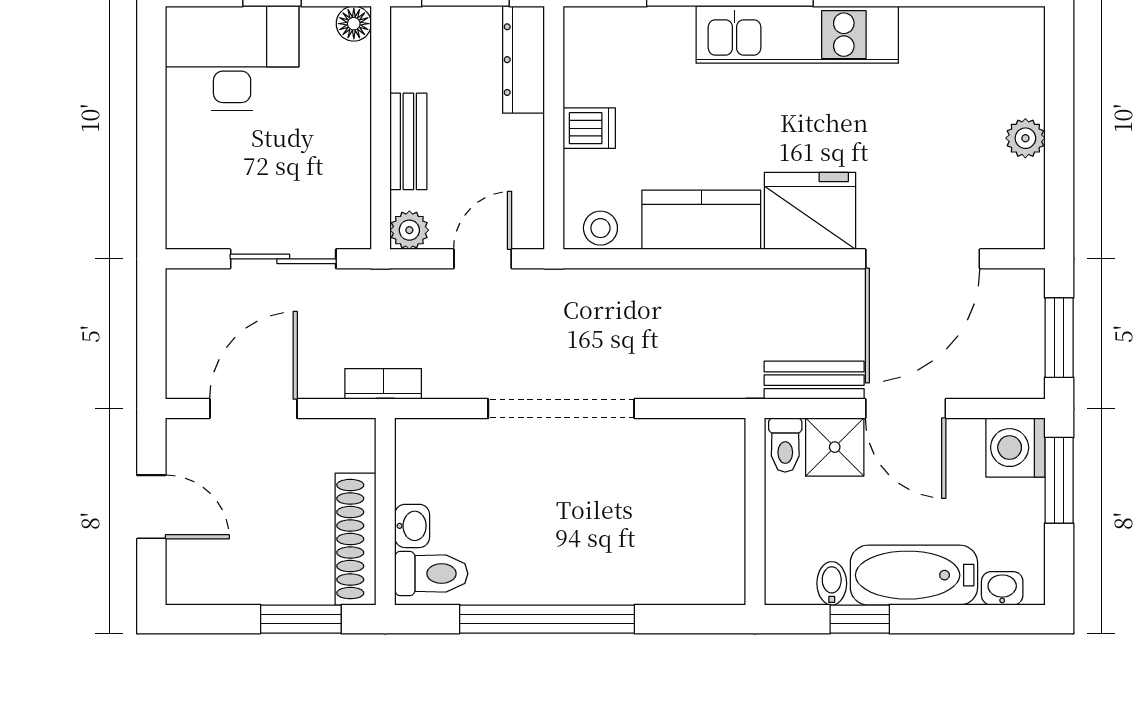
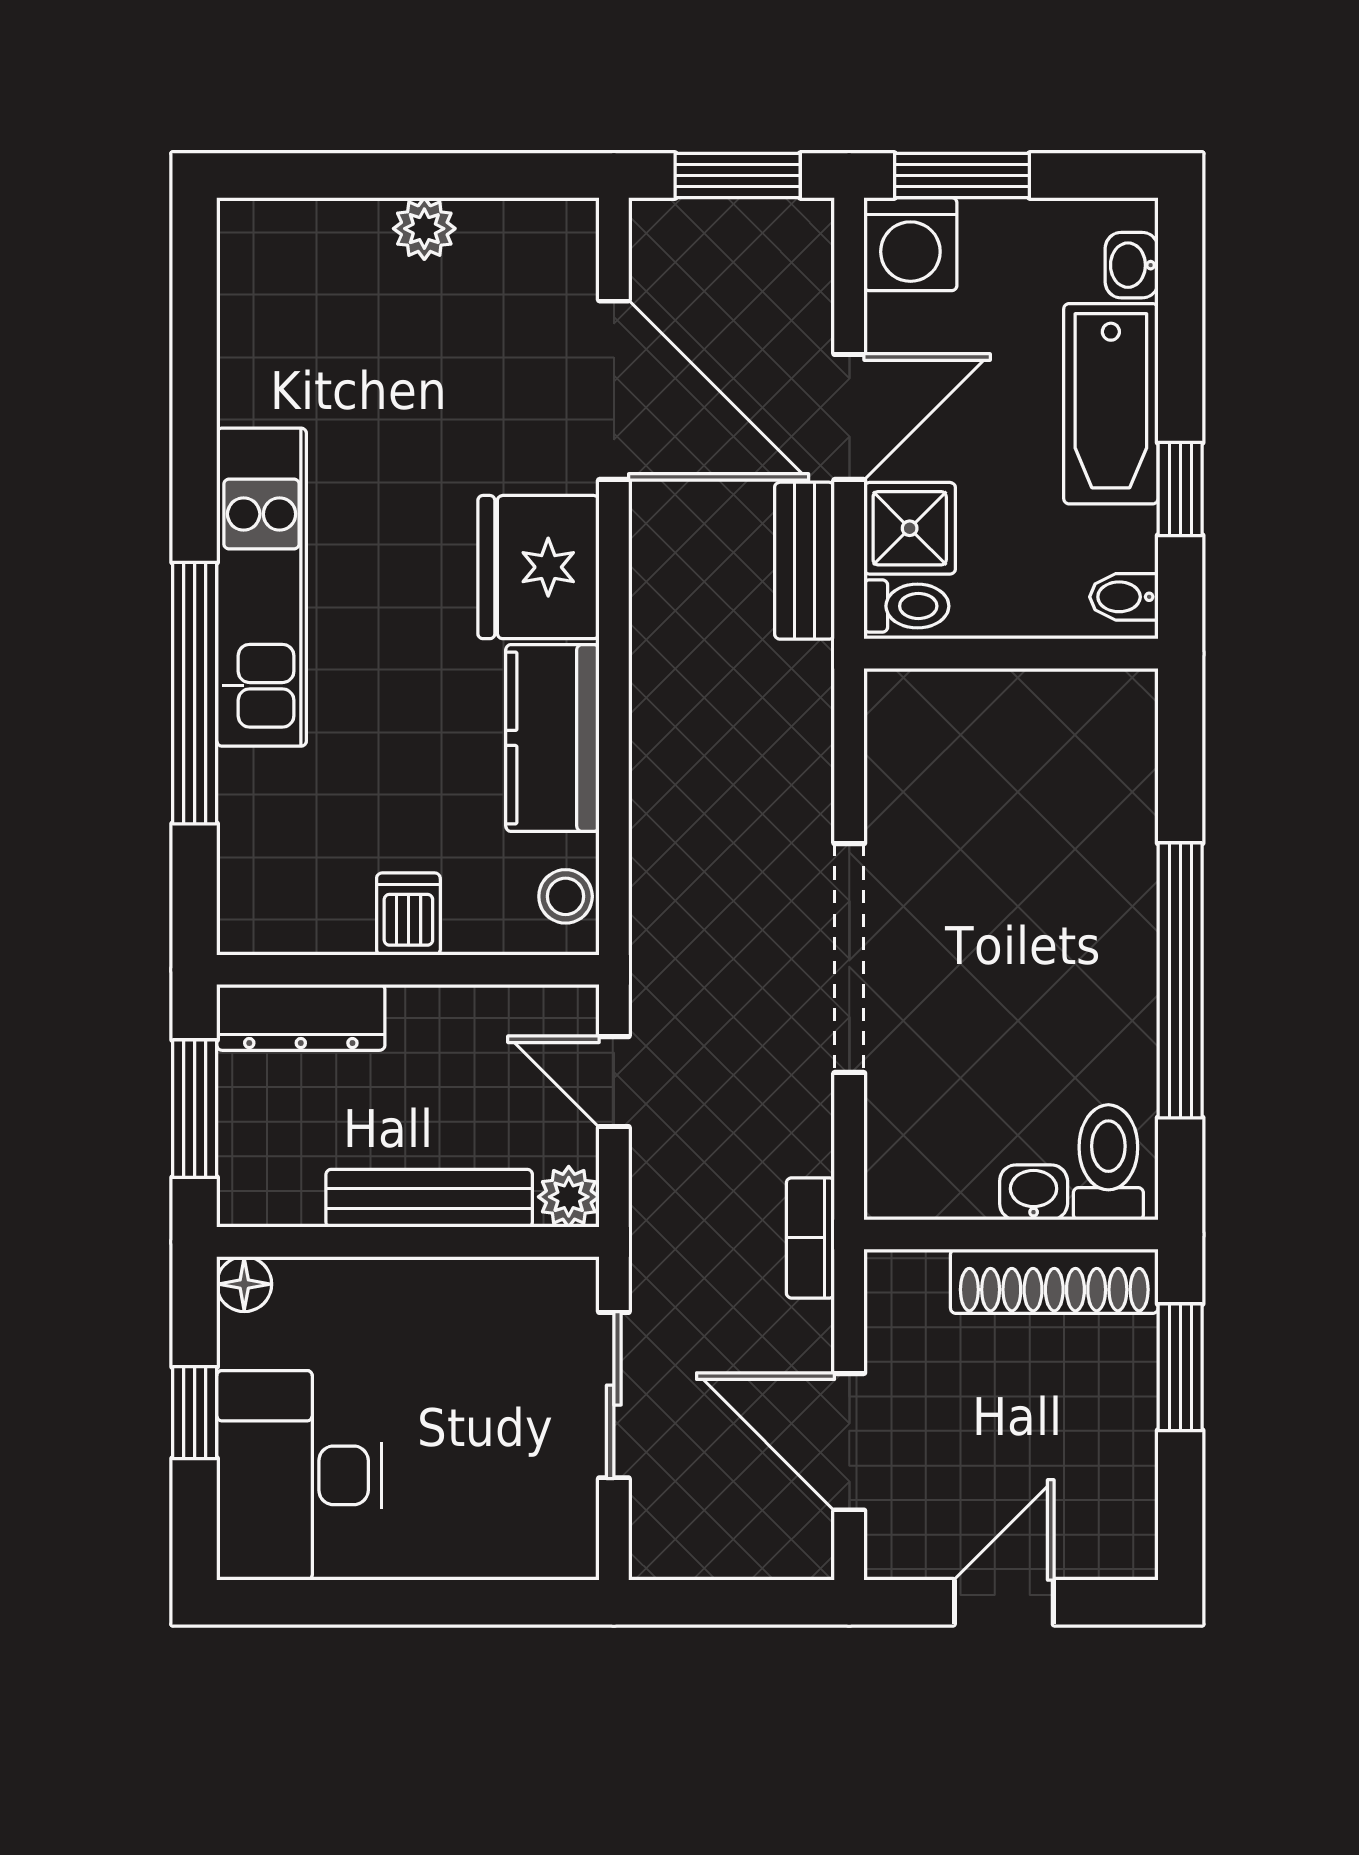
bench: (408, 141) -> (429, 1198), width x1.36
bidet: (832, 583) -> (1124, 597), moved

